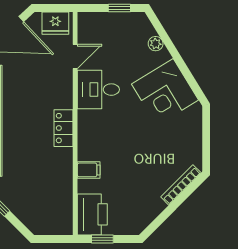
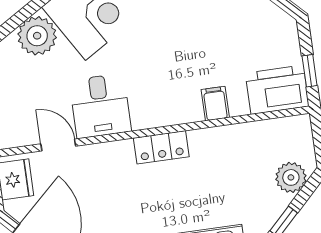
plant: (156, 44) -> (37, 36), width x1.88, depth x1.88
plant: (30, 215) -> (291, 177), added

